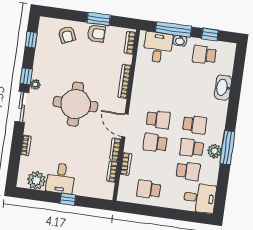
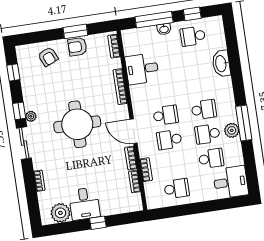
armchair: (96, 33) -> (77, 47), turned 180
desk: (158, 47) -> (142, 69), moved, turned -90
school desk: (149, 189) -> (177, 189), turned 180

